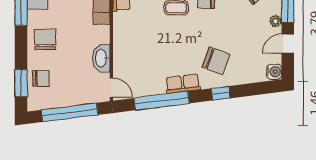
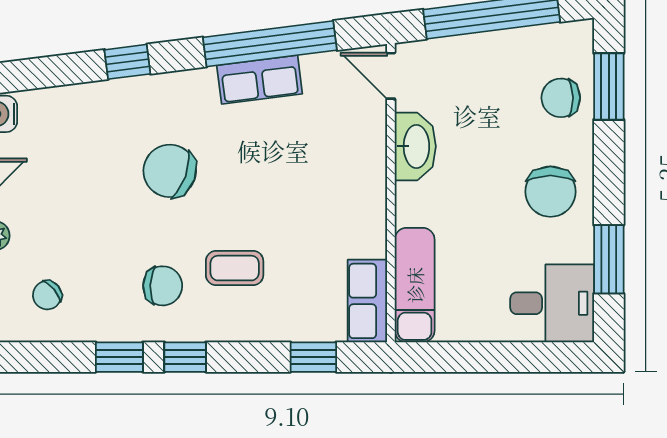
chair: (216, 61) -> (170, 171), moved
row of seats: (183, 84) -> (260, 80), moved

